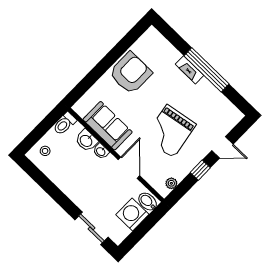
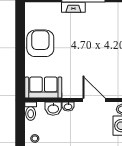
sofa: (108, 126) -> (43, 88), moved
grand piano: (170, 131) -> (97, 55), removed

